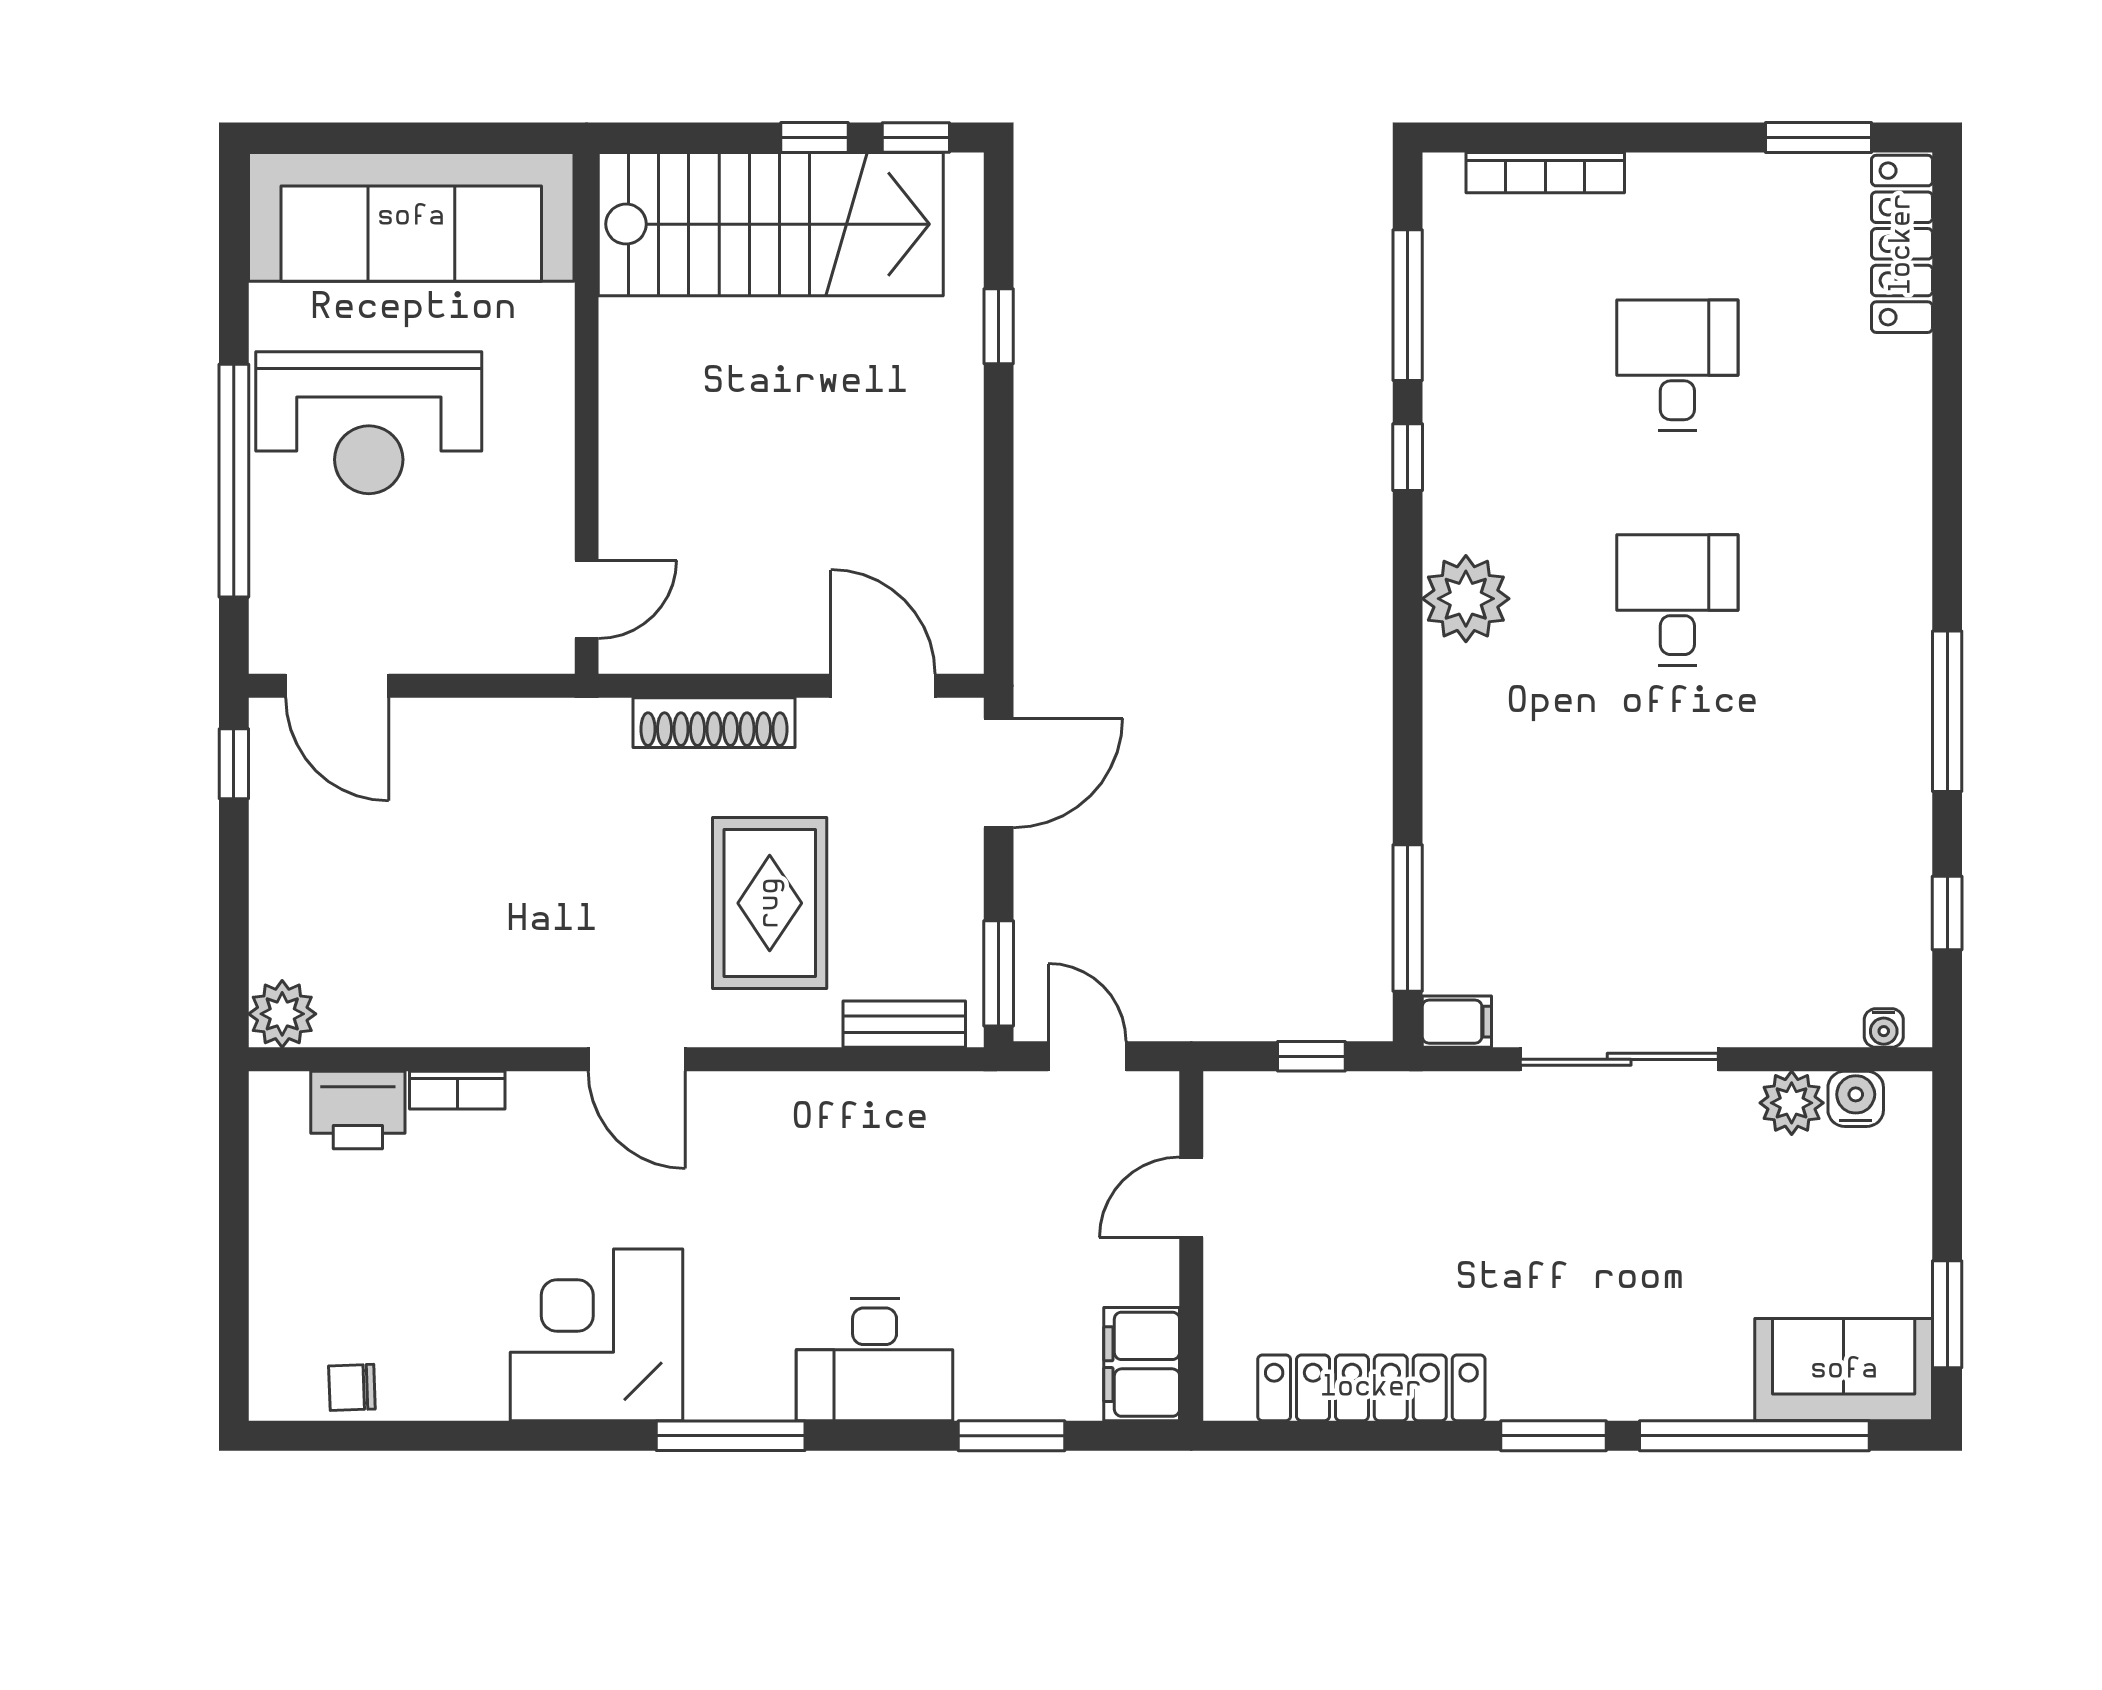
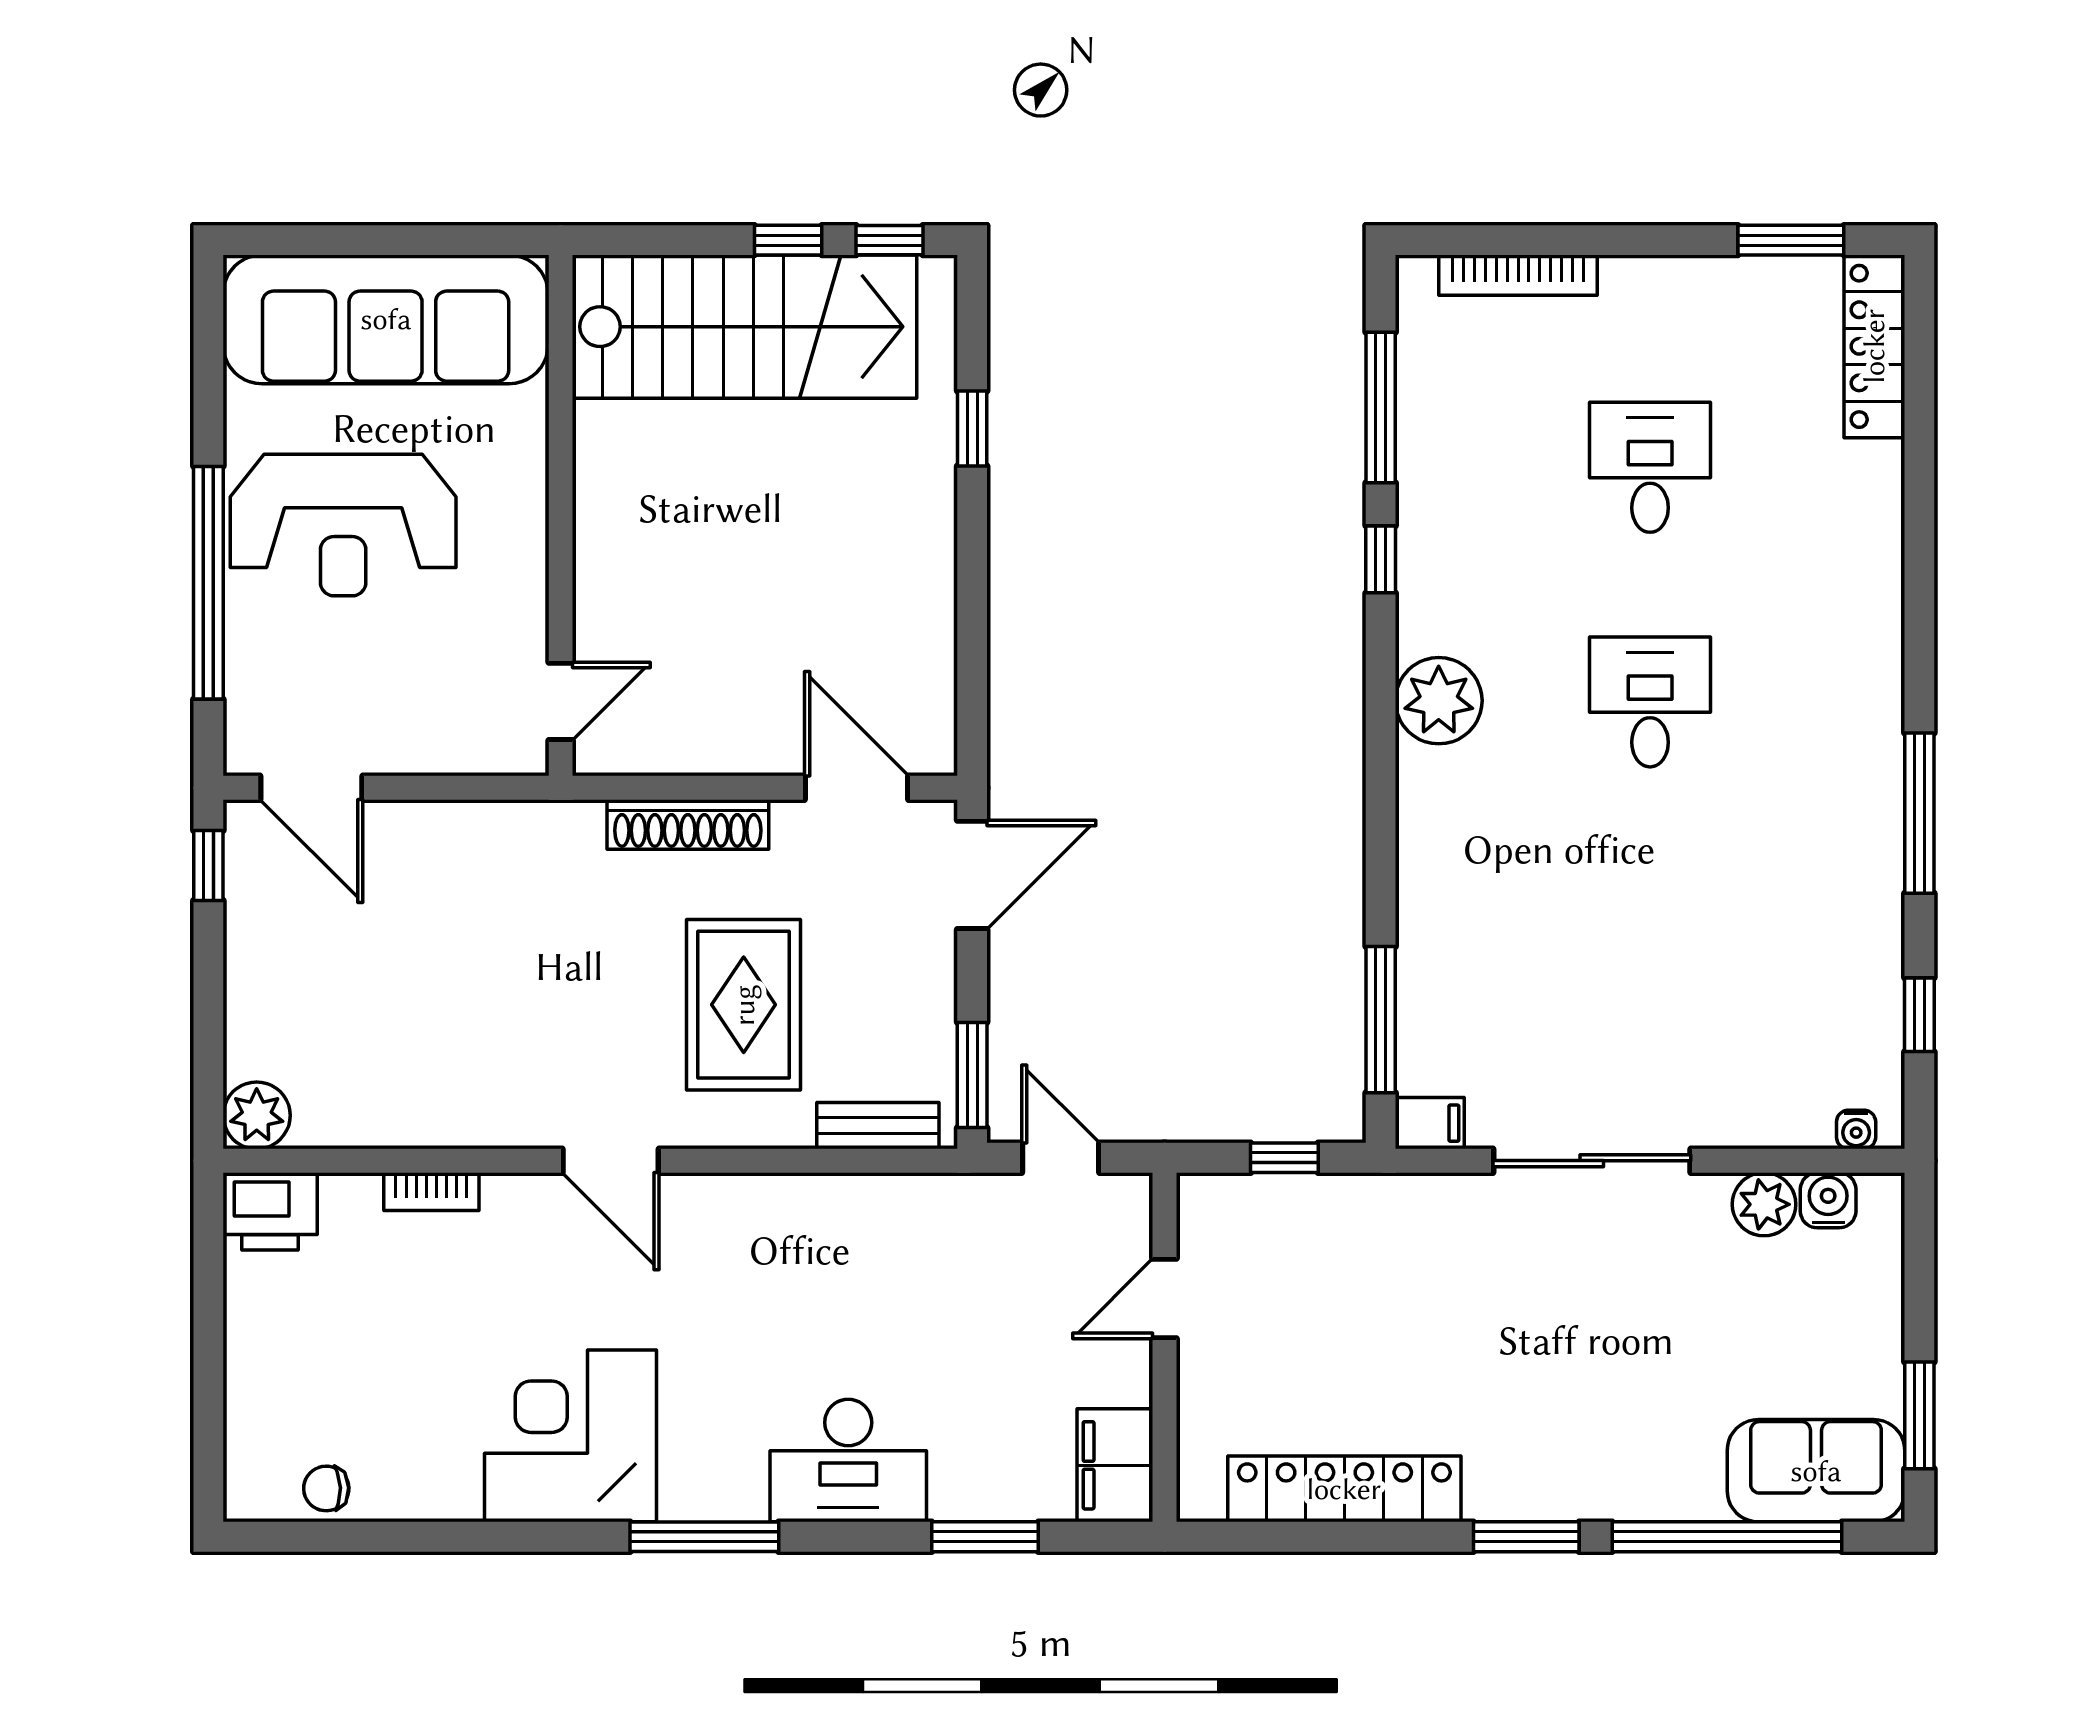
printer: (358, 1110) -> (270, 1211), moved

